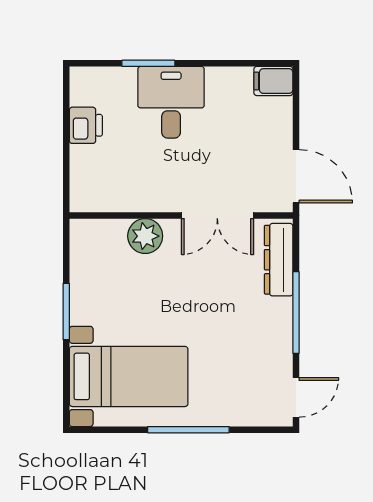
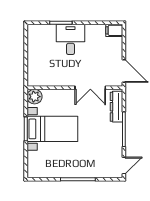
printer: (86, 125) -> (34, 49), removed
plant: (145, 236) -> (35, 97), moved
bed with nightstands: (129, 376) -> (52, 129), moved

